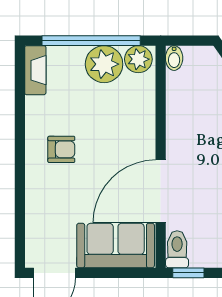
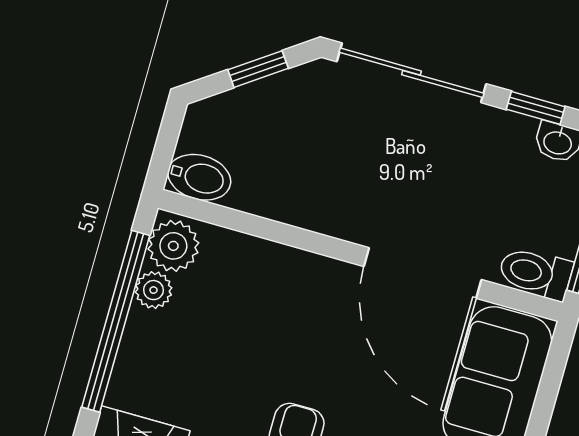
bidet: (174, 58) -> (199, 177), width x1.38, depth x1.36
plant: (104, 64) -> (154, 290), width x0.53, depth x0.53

